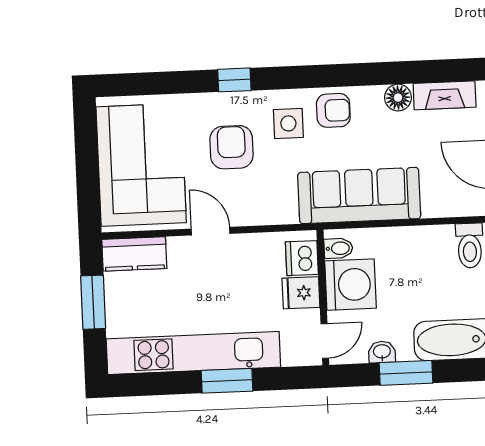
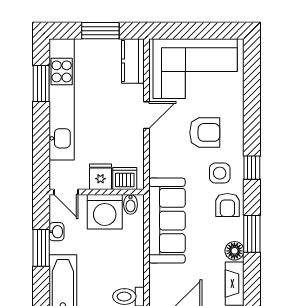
window: (373, 74) -> (252, 234), added
window: (234, 80) -> (252, 168), moved
window: (227, 381) -> (41, 84), moved

